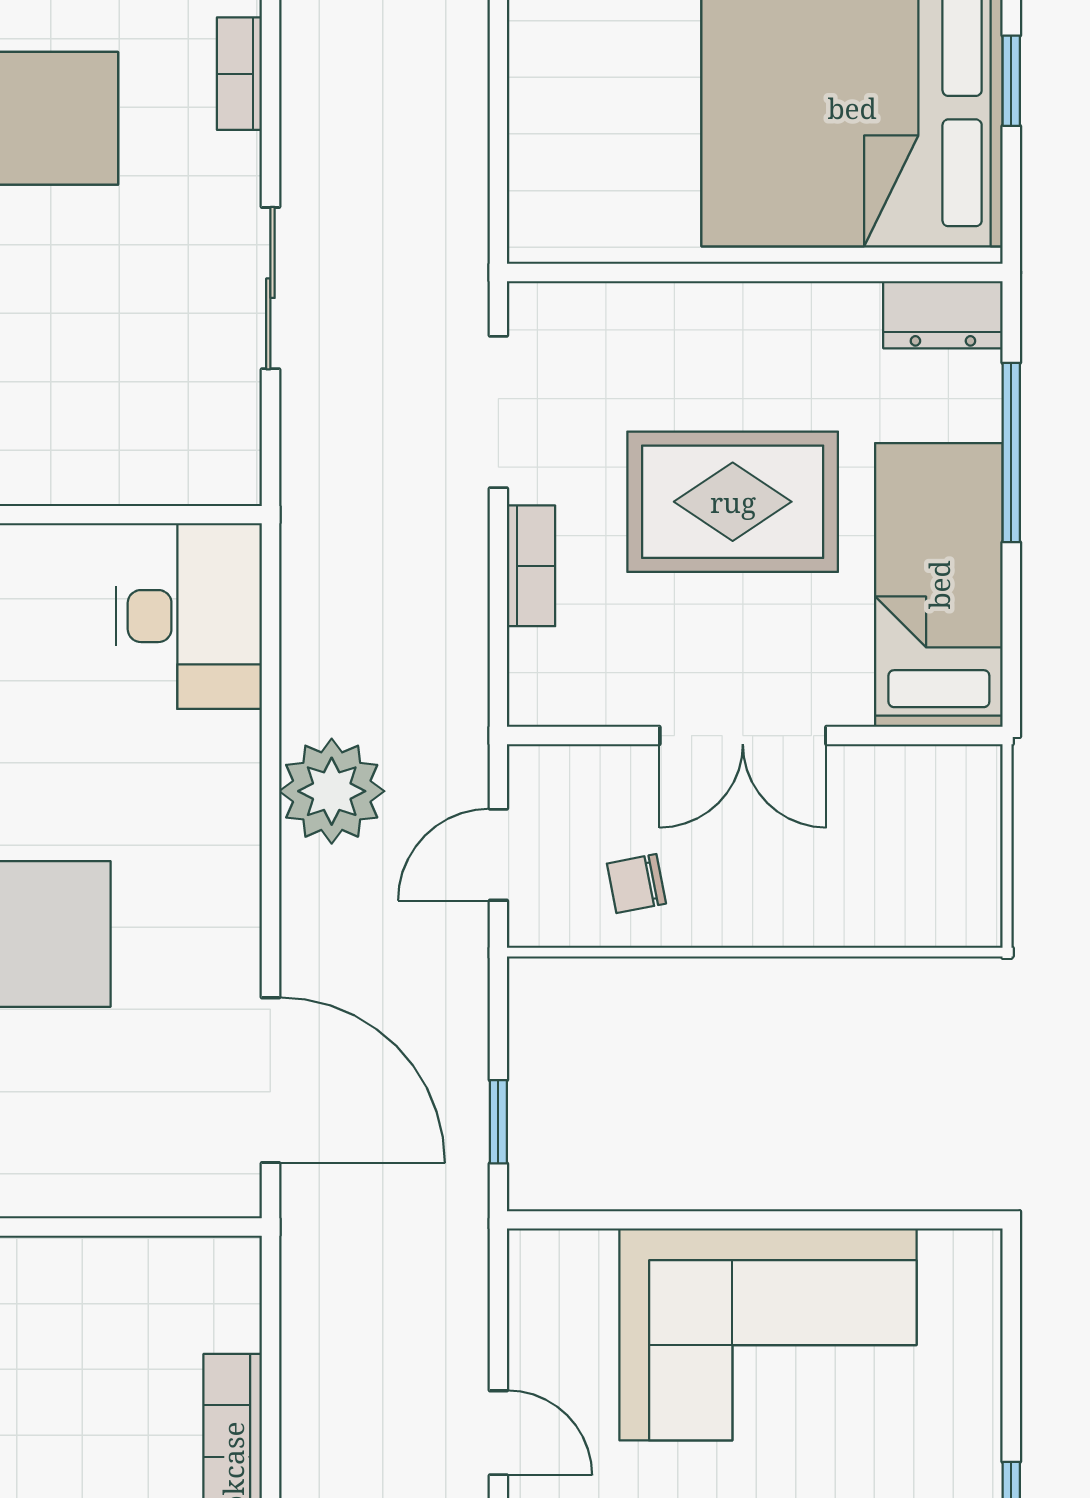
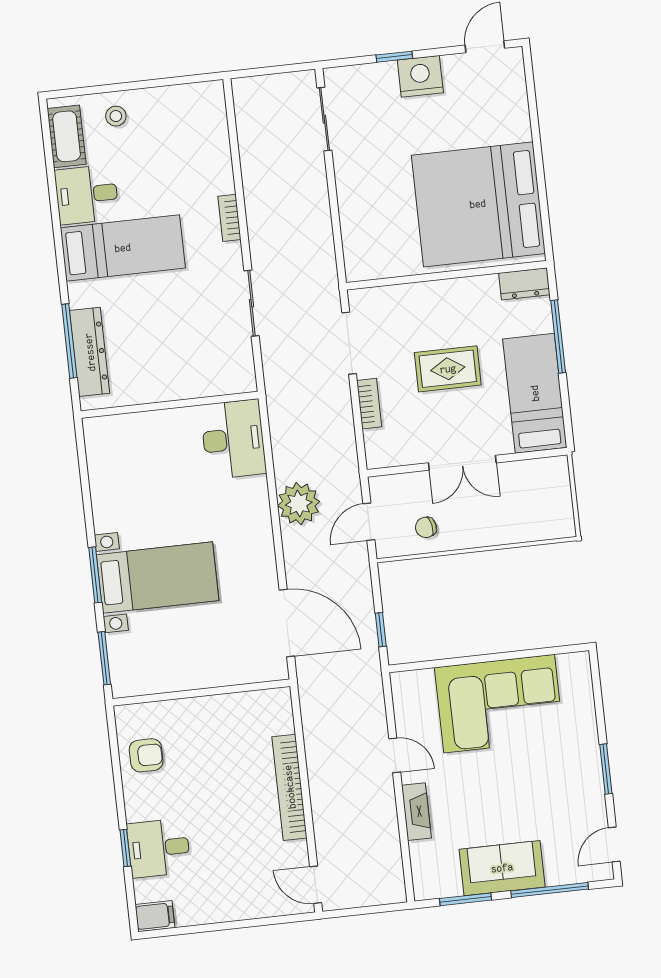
window: (1011, 81) -> (542, 186), removed
rug: (733, 502) -> (448, 369), width x0.73, depth x0.70

